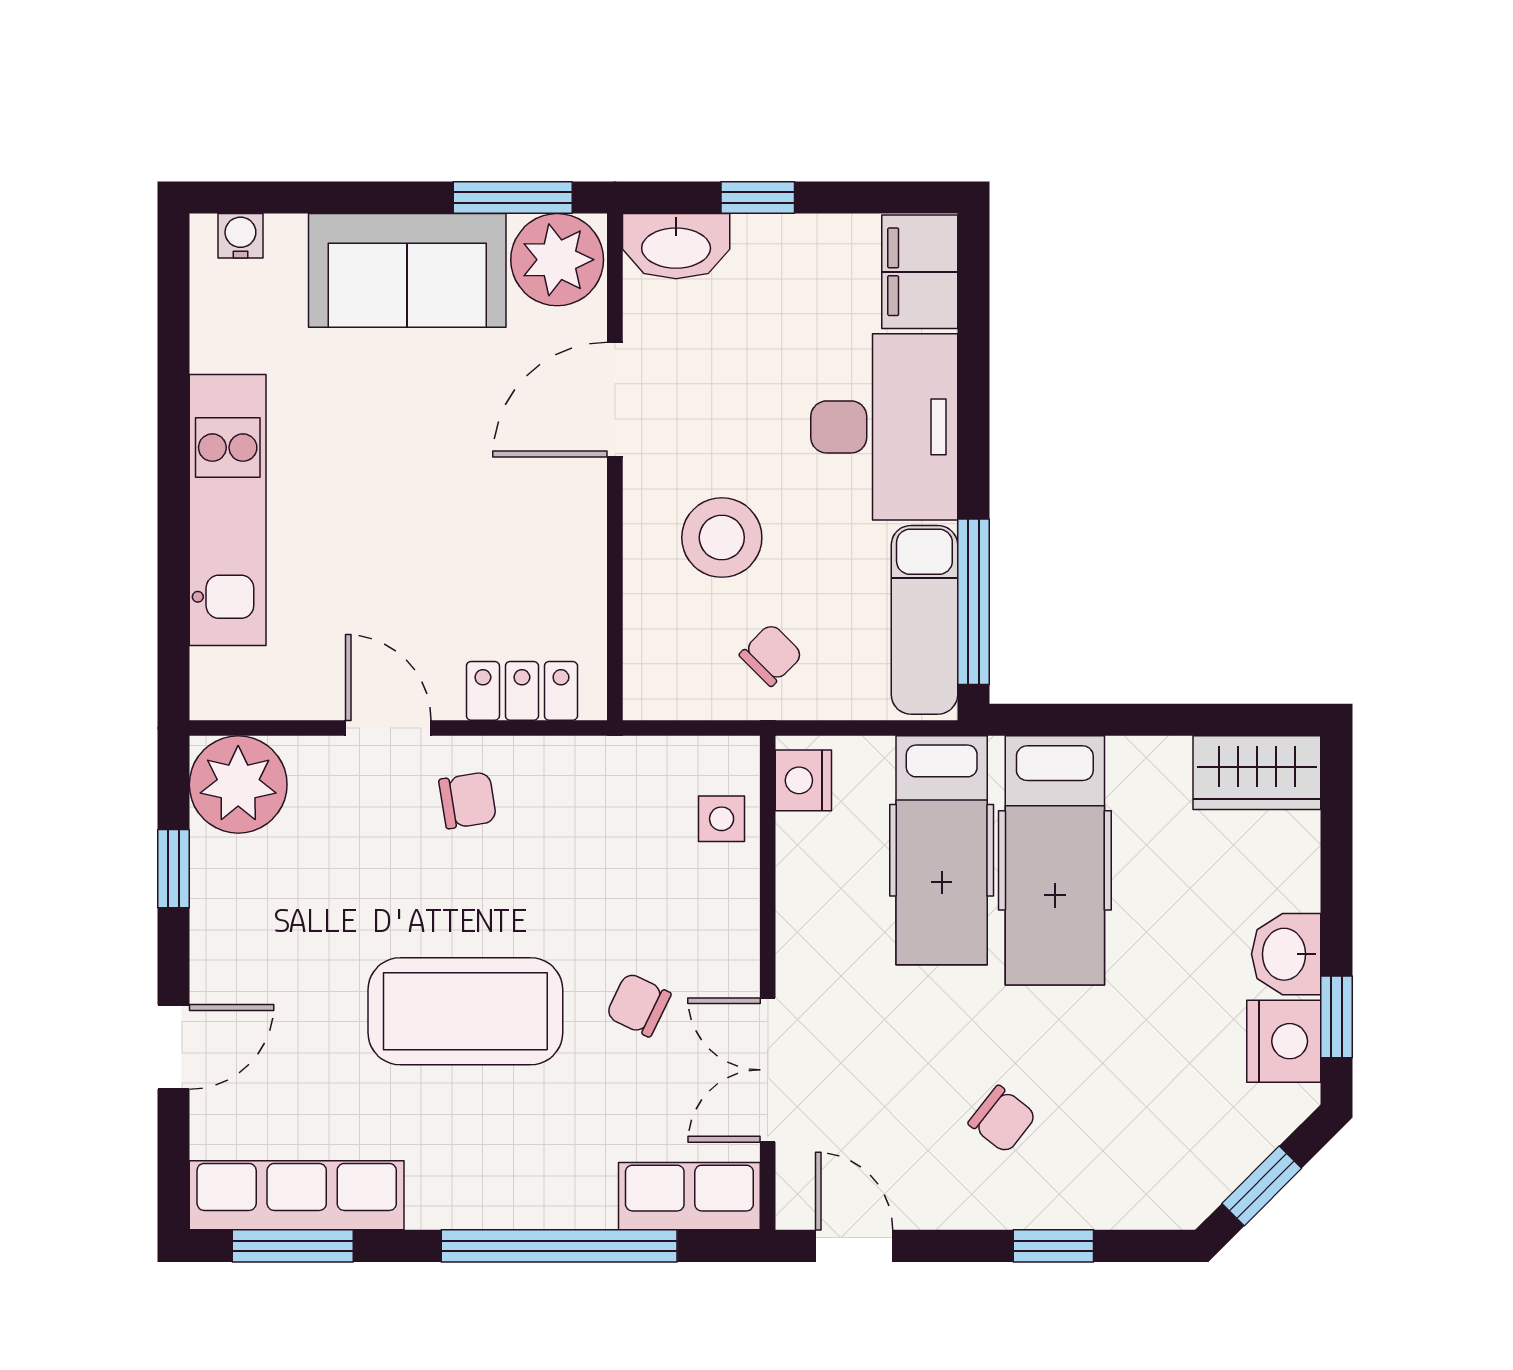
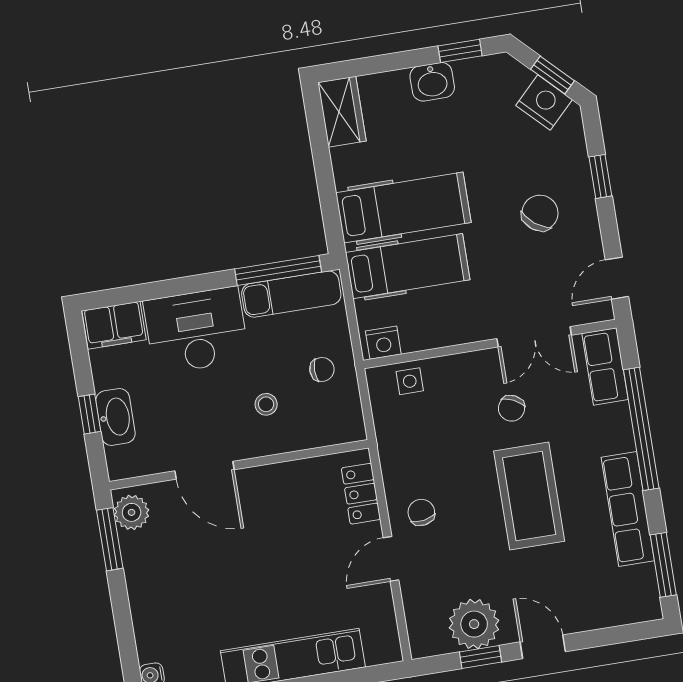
washbasin: (676, 246) -> (115, 417), moved
plant: (557, 260) -> (132, 512), width x0.73, depth x0.73
sofa: (407, 270) -> (156, 587), removed
stool: (722, 538) -> (266, 404), width x0.53, depth x0.53
chair: (771, 655) -> (322, 369), turned 135
plant: (238, 785) -> (474, 624), moved
nightstand: (1284, 1041) -> (544, 103), moved, turned 45
door: (173, 1047) -> (543, 647), moved
chair: (1002, 1119) -> (540, 213), width x1.37, depth x1.37
row of seats: (297, 1195) -> (628, 509), moved

